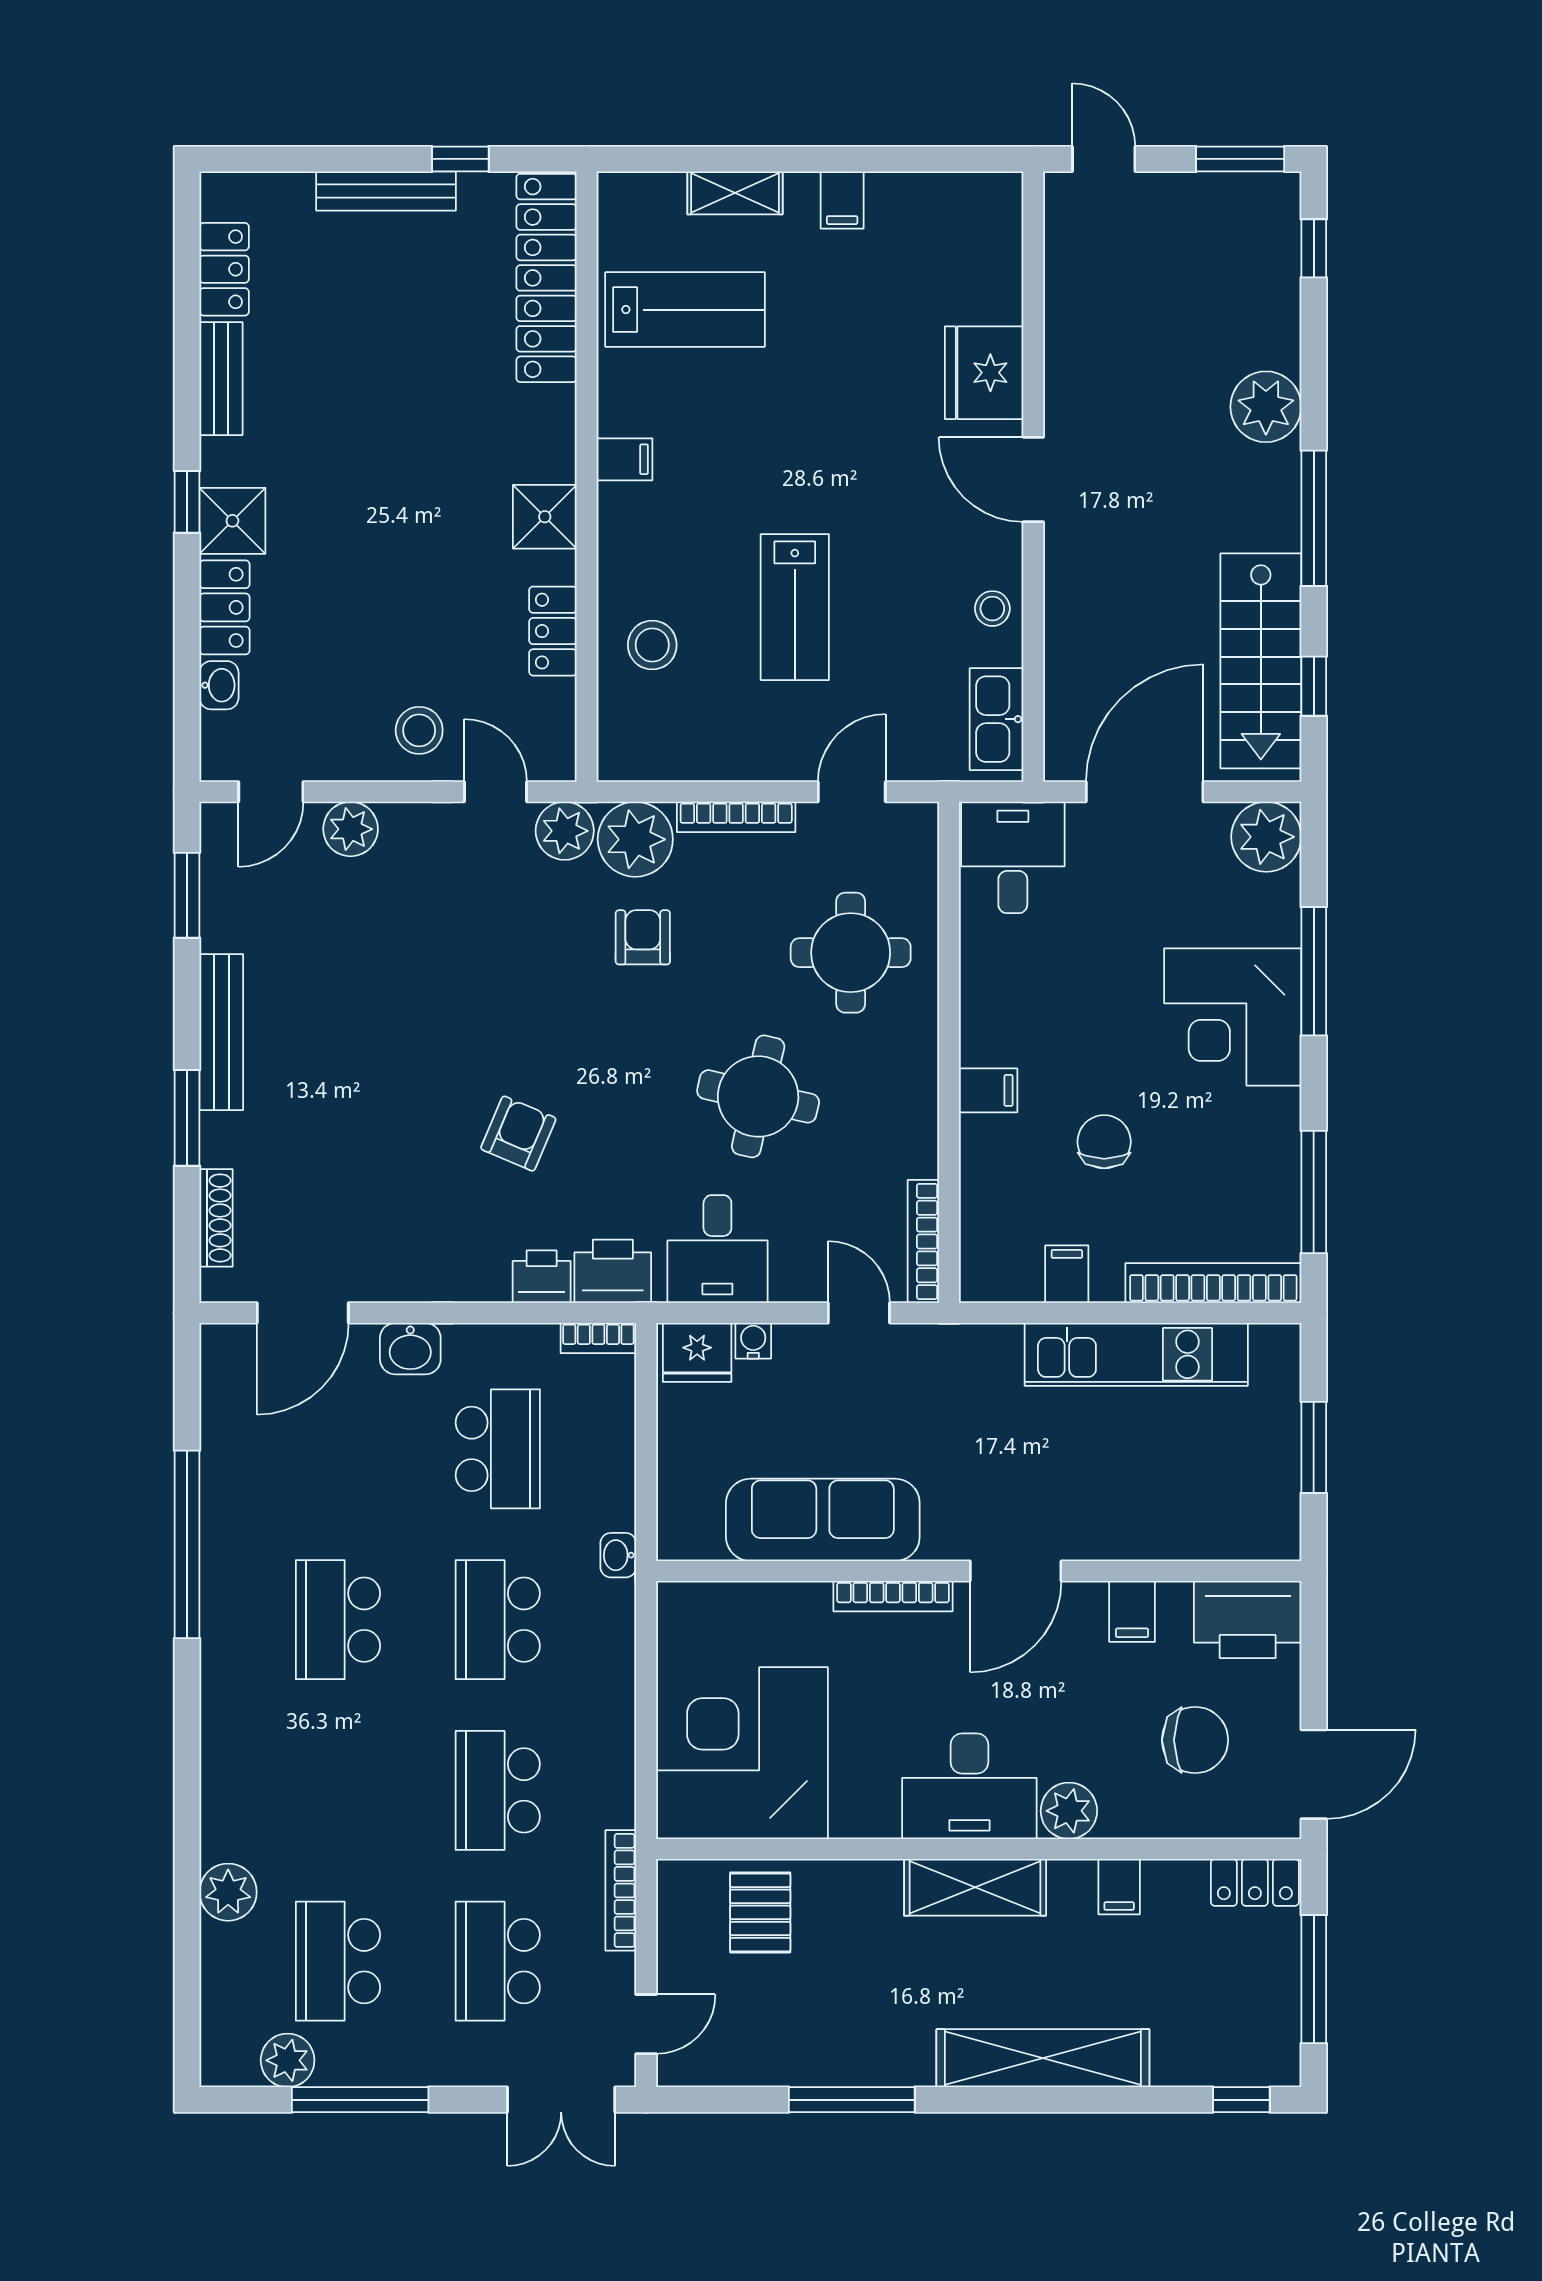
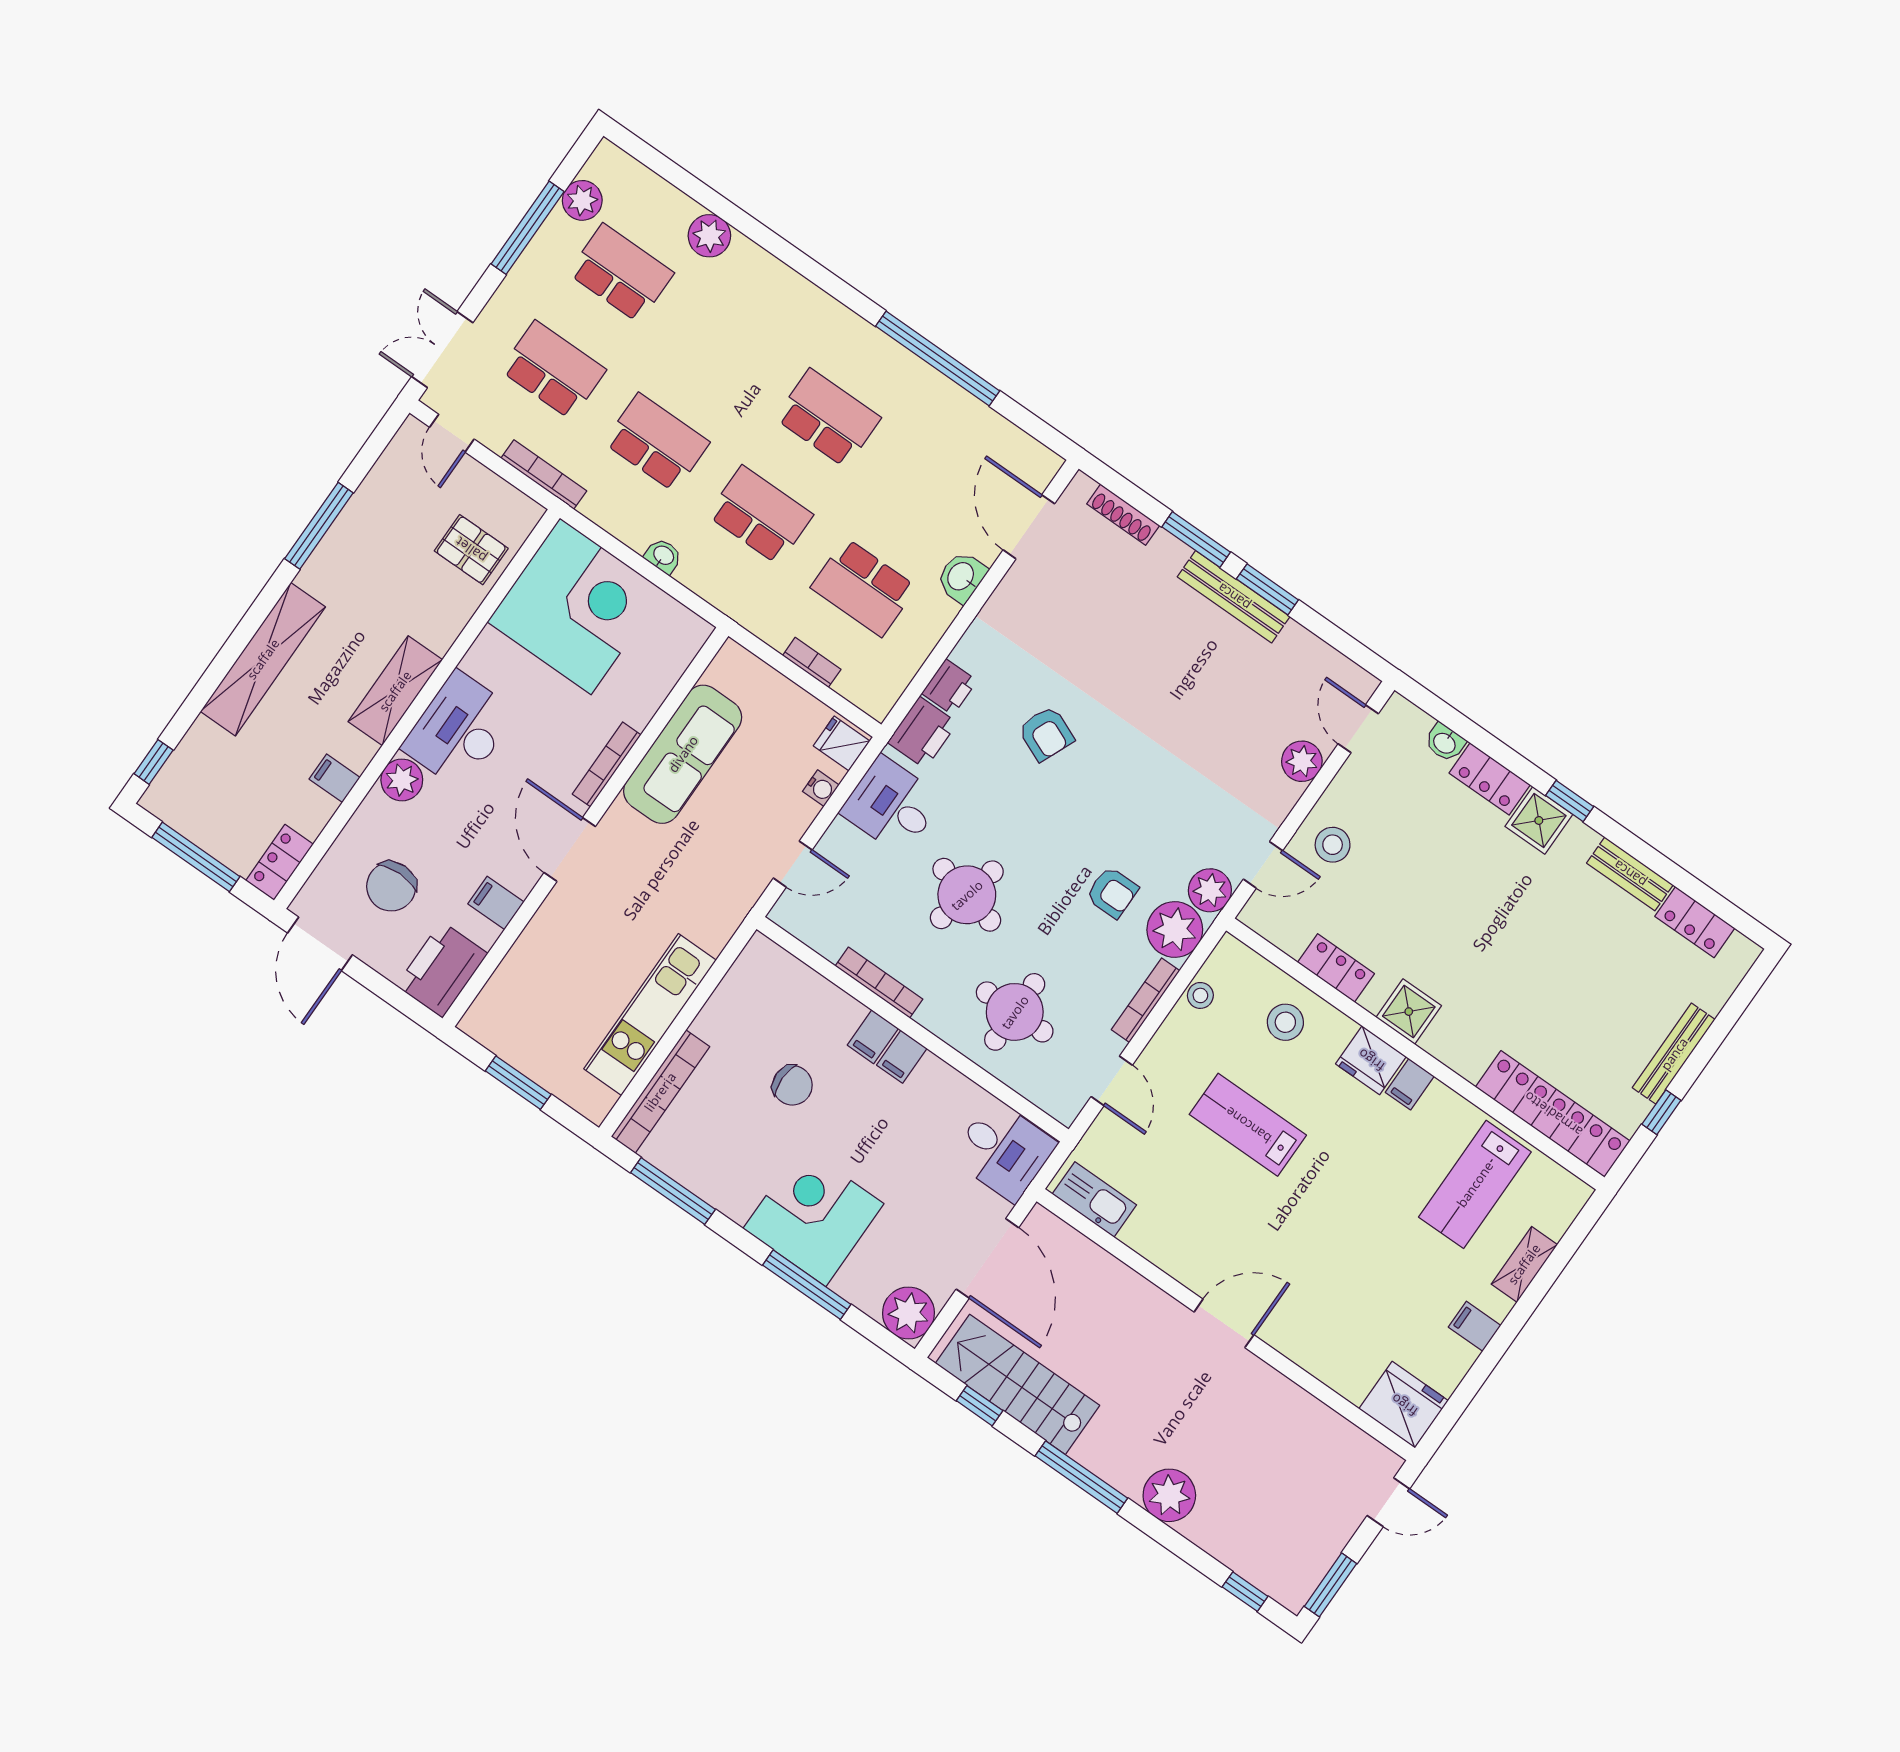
fridge: (984, 373) -> (1404, 1405), moved
fridge: (628, 521) -> (1371, 1060), added
stool: (992, 609) -> (1200, 995), moved
window: (187, 895) -> (1267, 589), moved
bookcase: (923, 1241) -> (879, 983), moved
filing cabinet: (1067, 1274) -> (902, 1057), moved, turned 90
bookcase: (598, 1338) -> (812, 662), moved, turned 90
fridge: (697, 1352) -> (842, 743), width x0.72
washbasin: (618, 1555) -> (663, 556), moved

